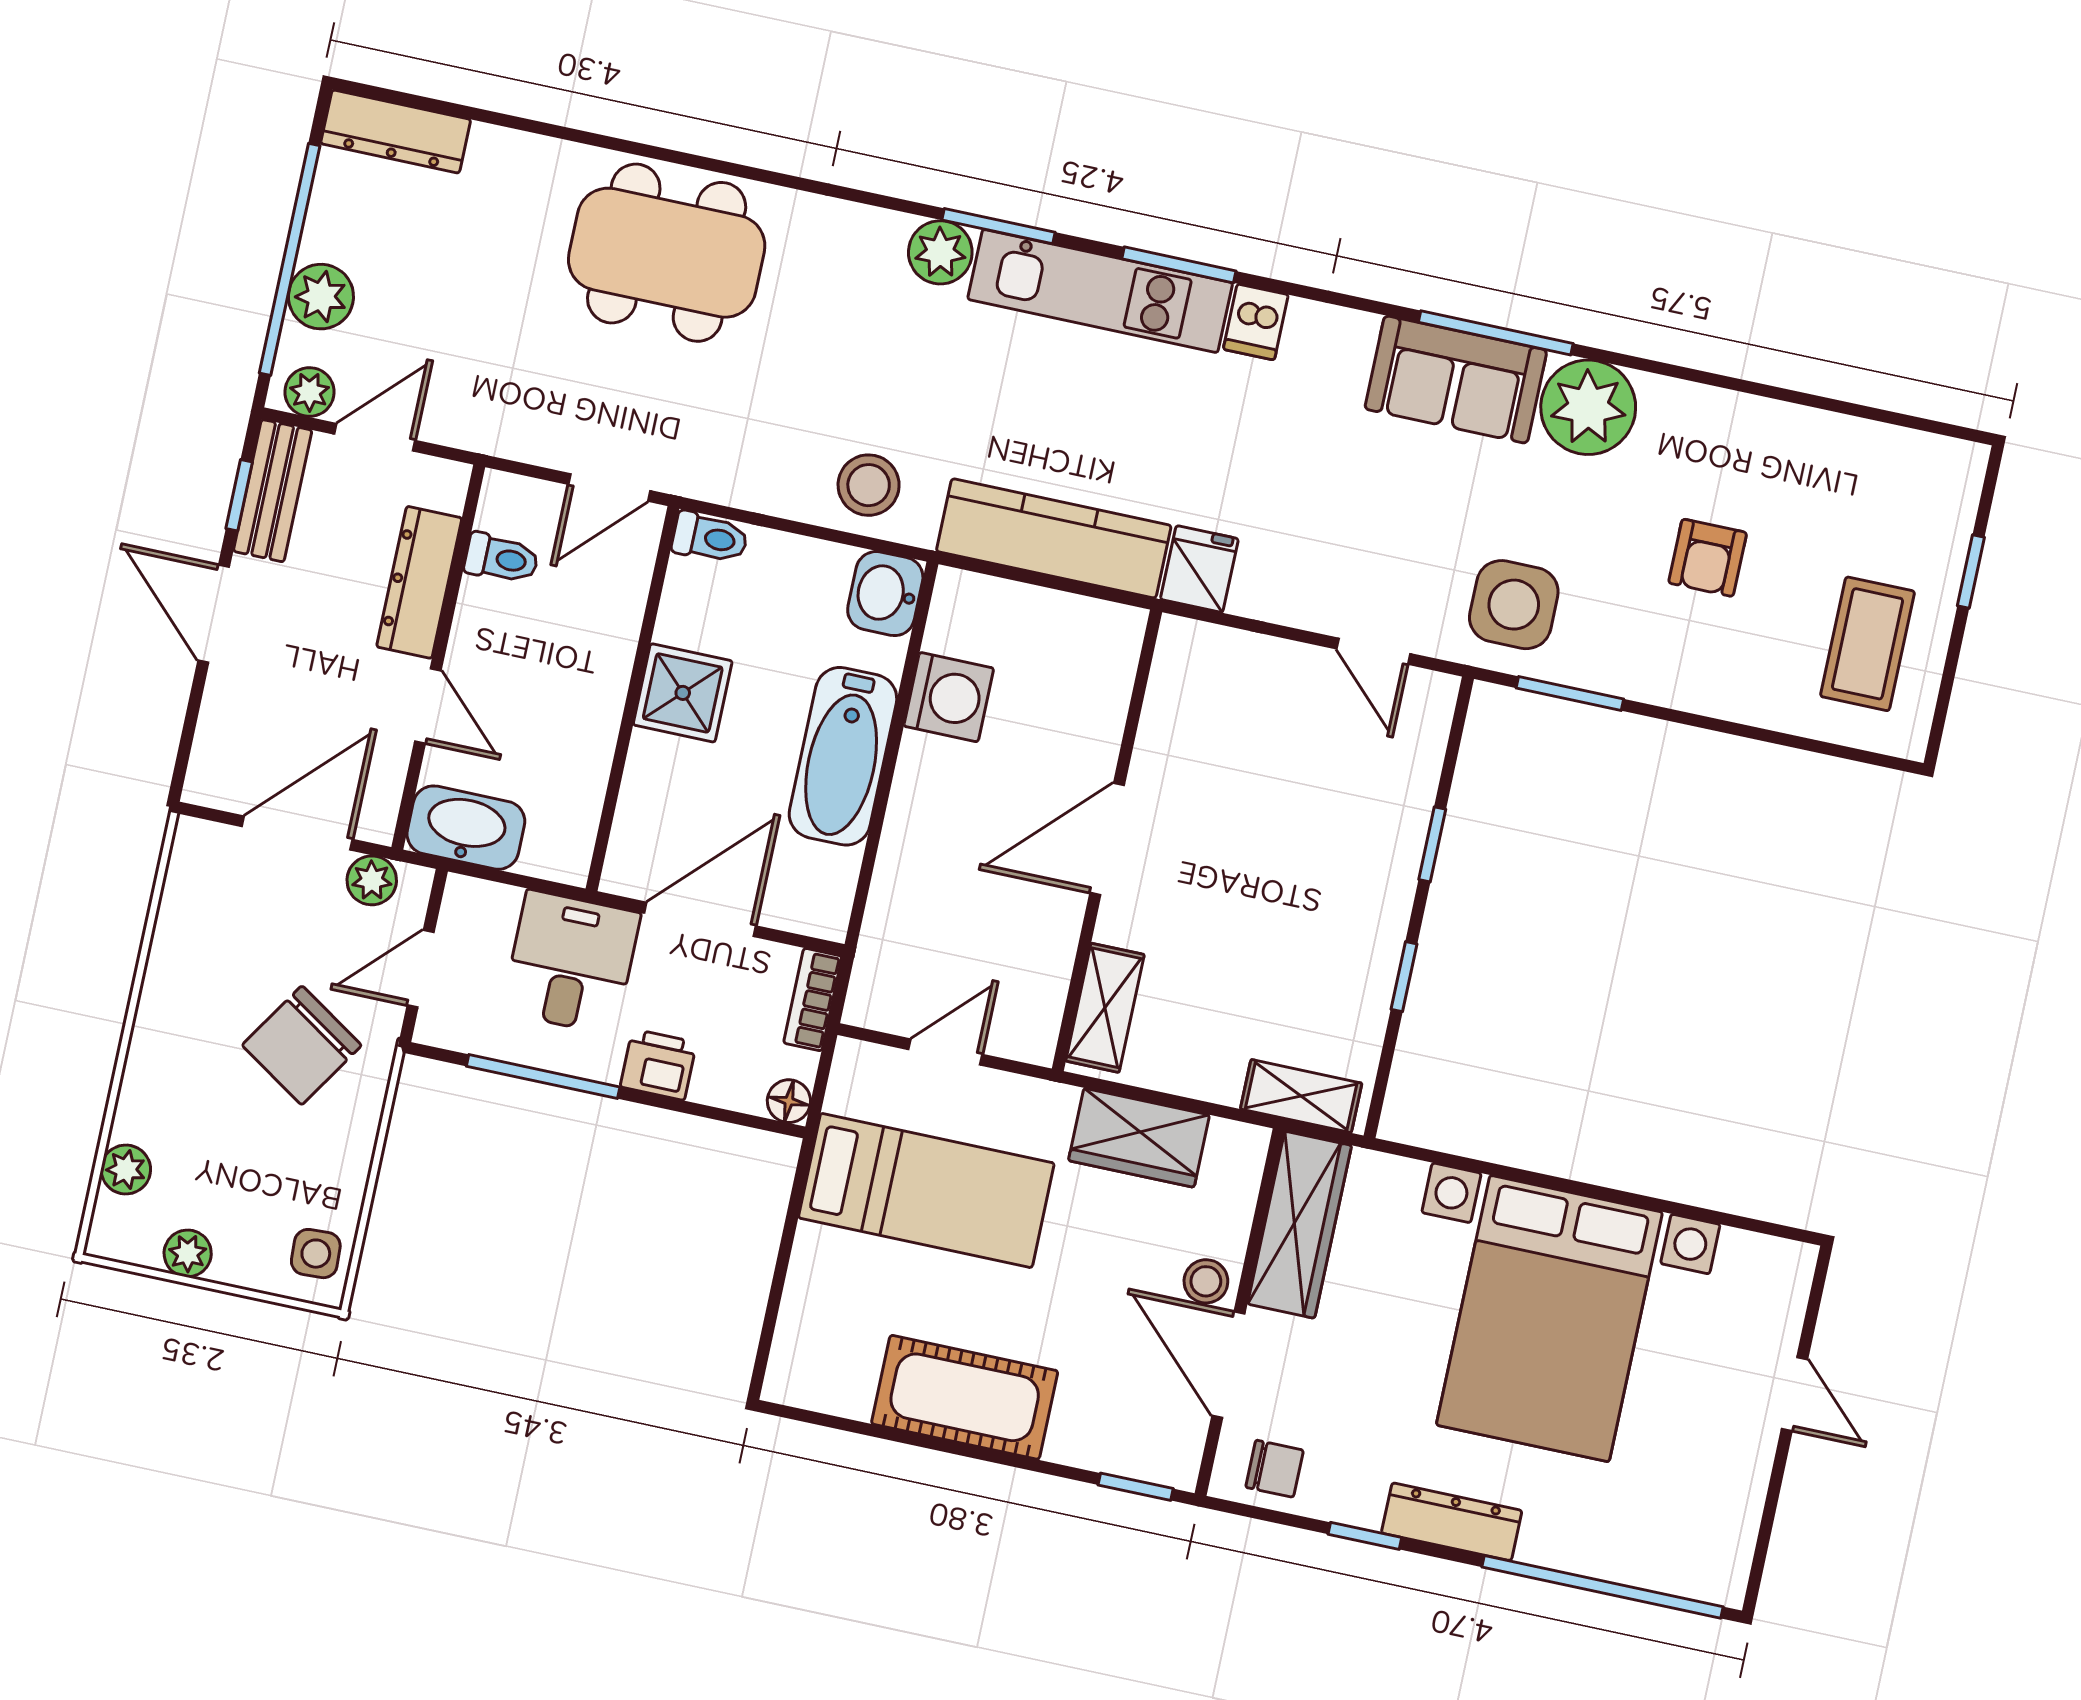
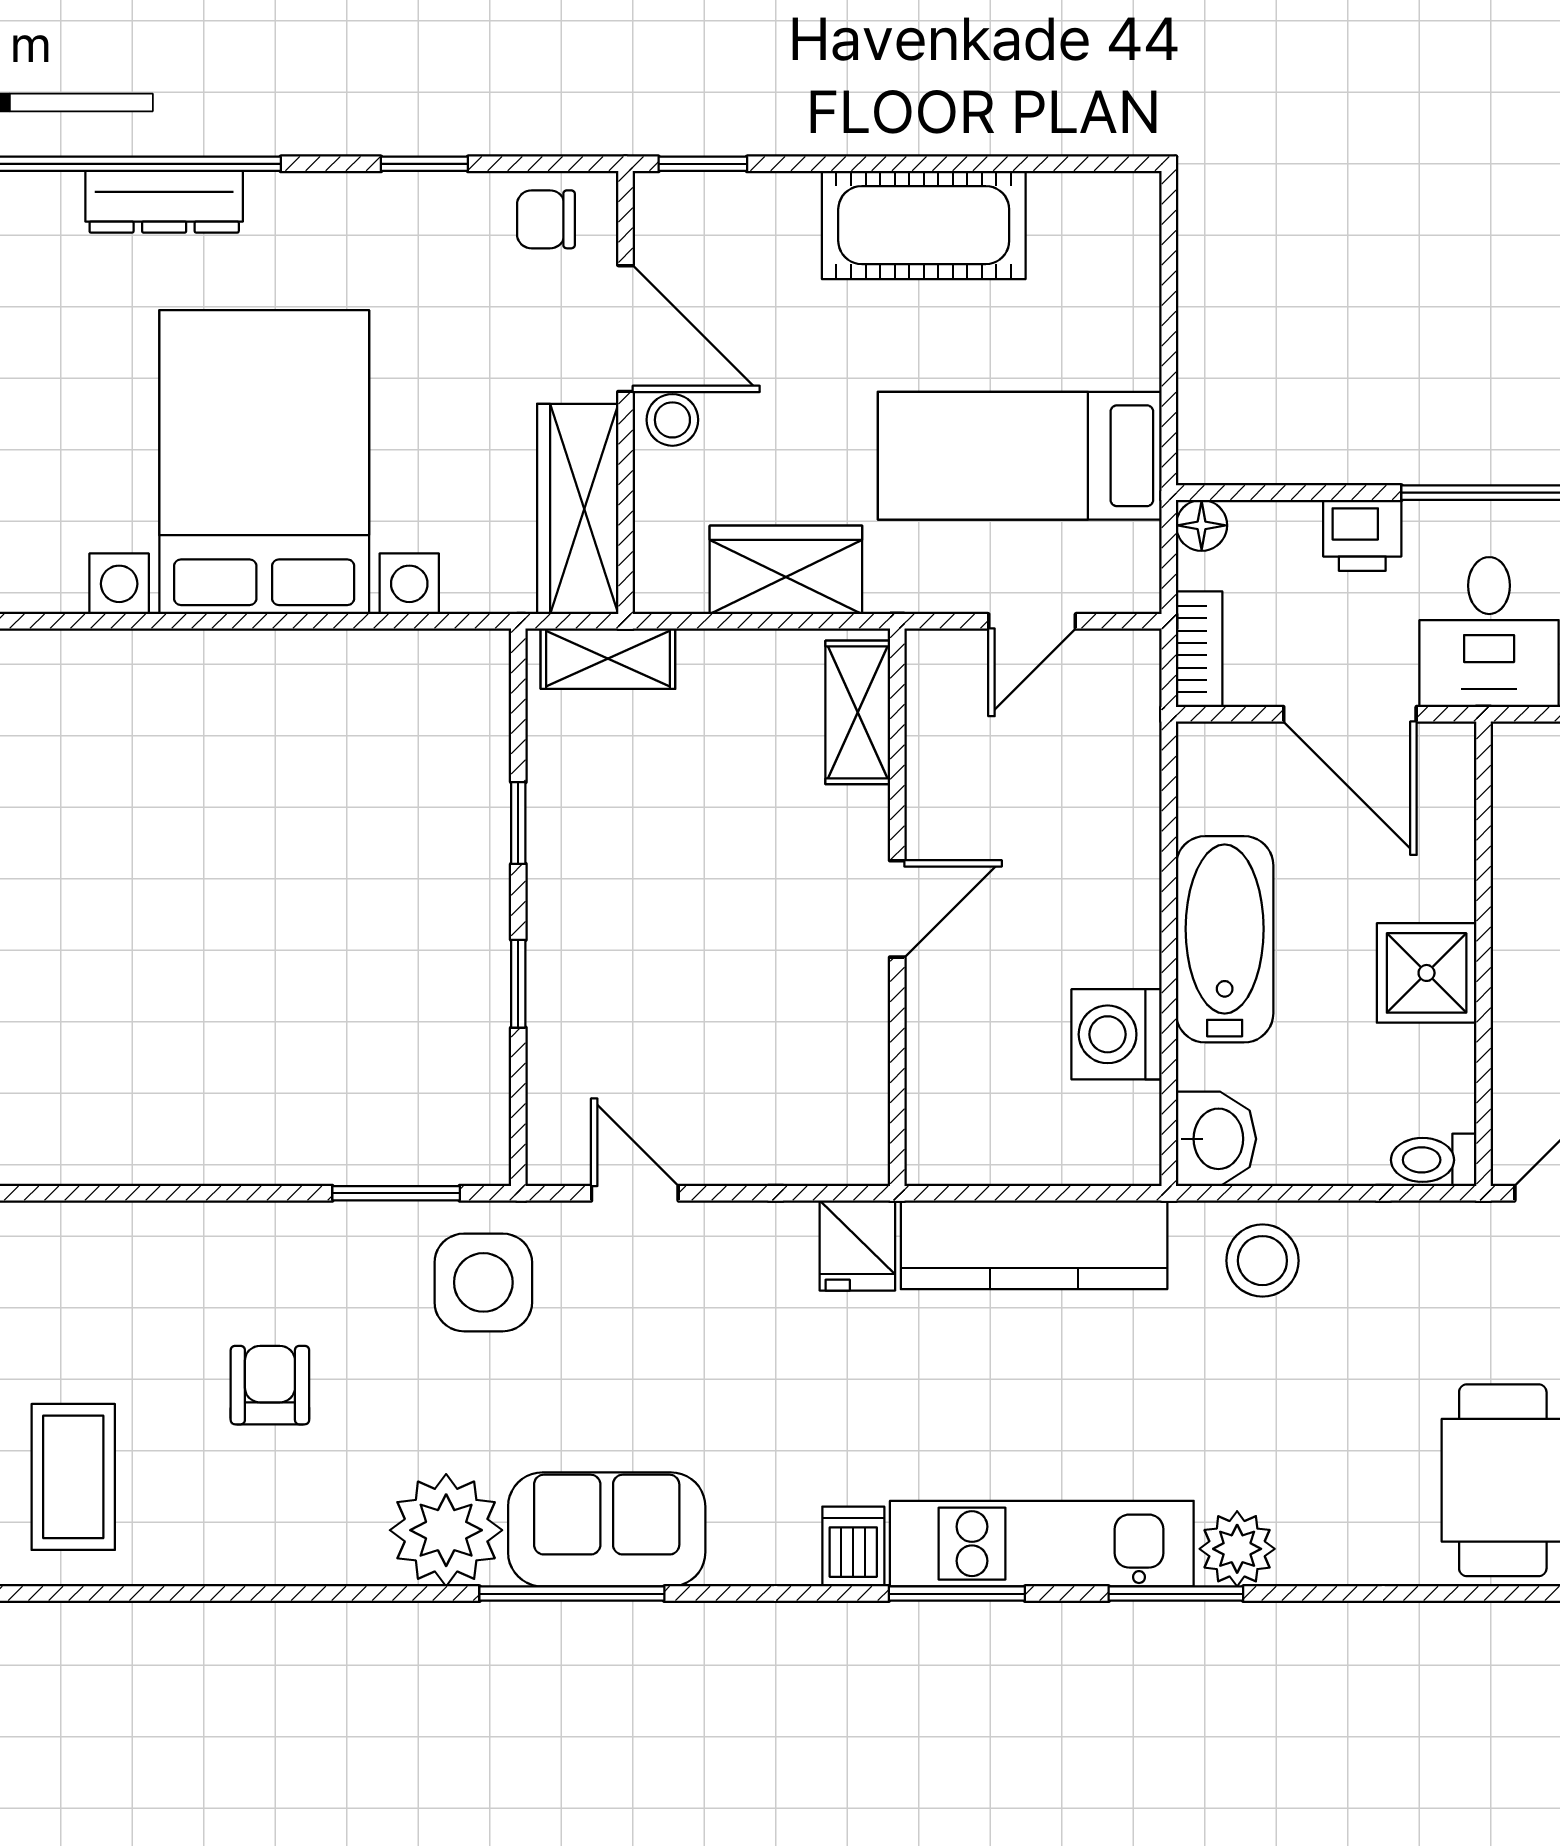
coffee table: (1867, 644) -> (73, 1477), moved
door: (1107, 839) -> (897, 909), width x0.73
door: (700, 919) -> (1350, 714), hinge flipped
dresser: (1452, 1522) -> (164, 202), moved

